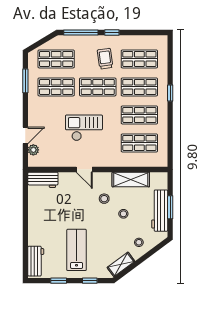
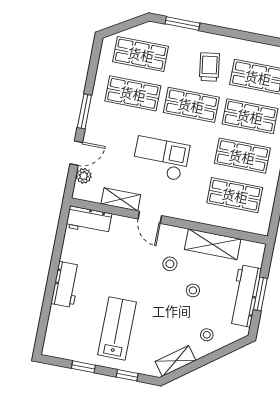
window: (81, 32) -> (183, 23), width x0.69
window: (112, 32) -> (226, 32), removed
window: (25, 81) -> (84, 111), moved
shelving: (62, 161) -> (121, 199), added
workbench: (36, 261) -> (66, 284), moved

